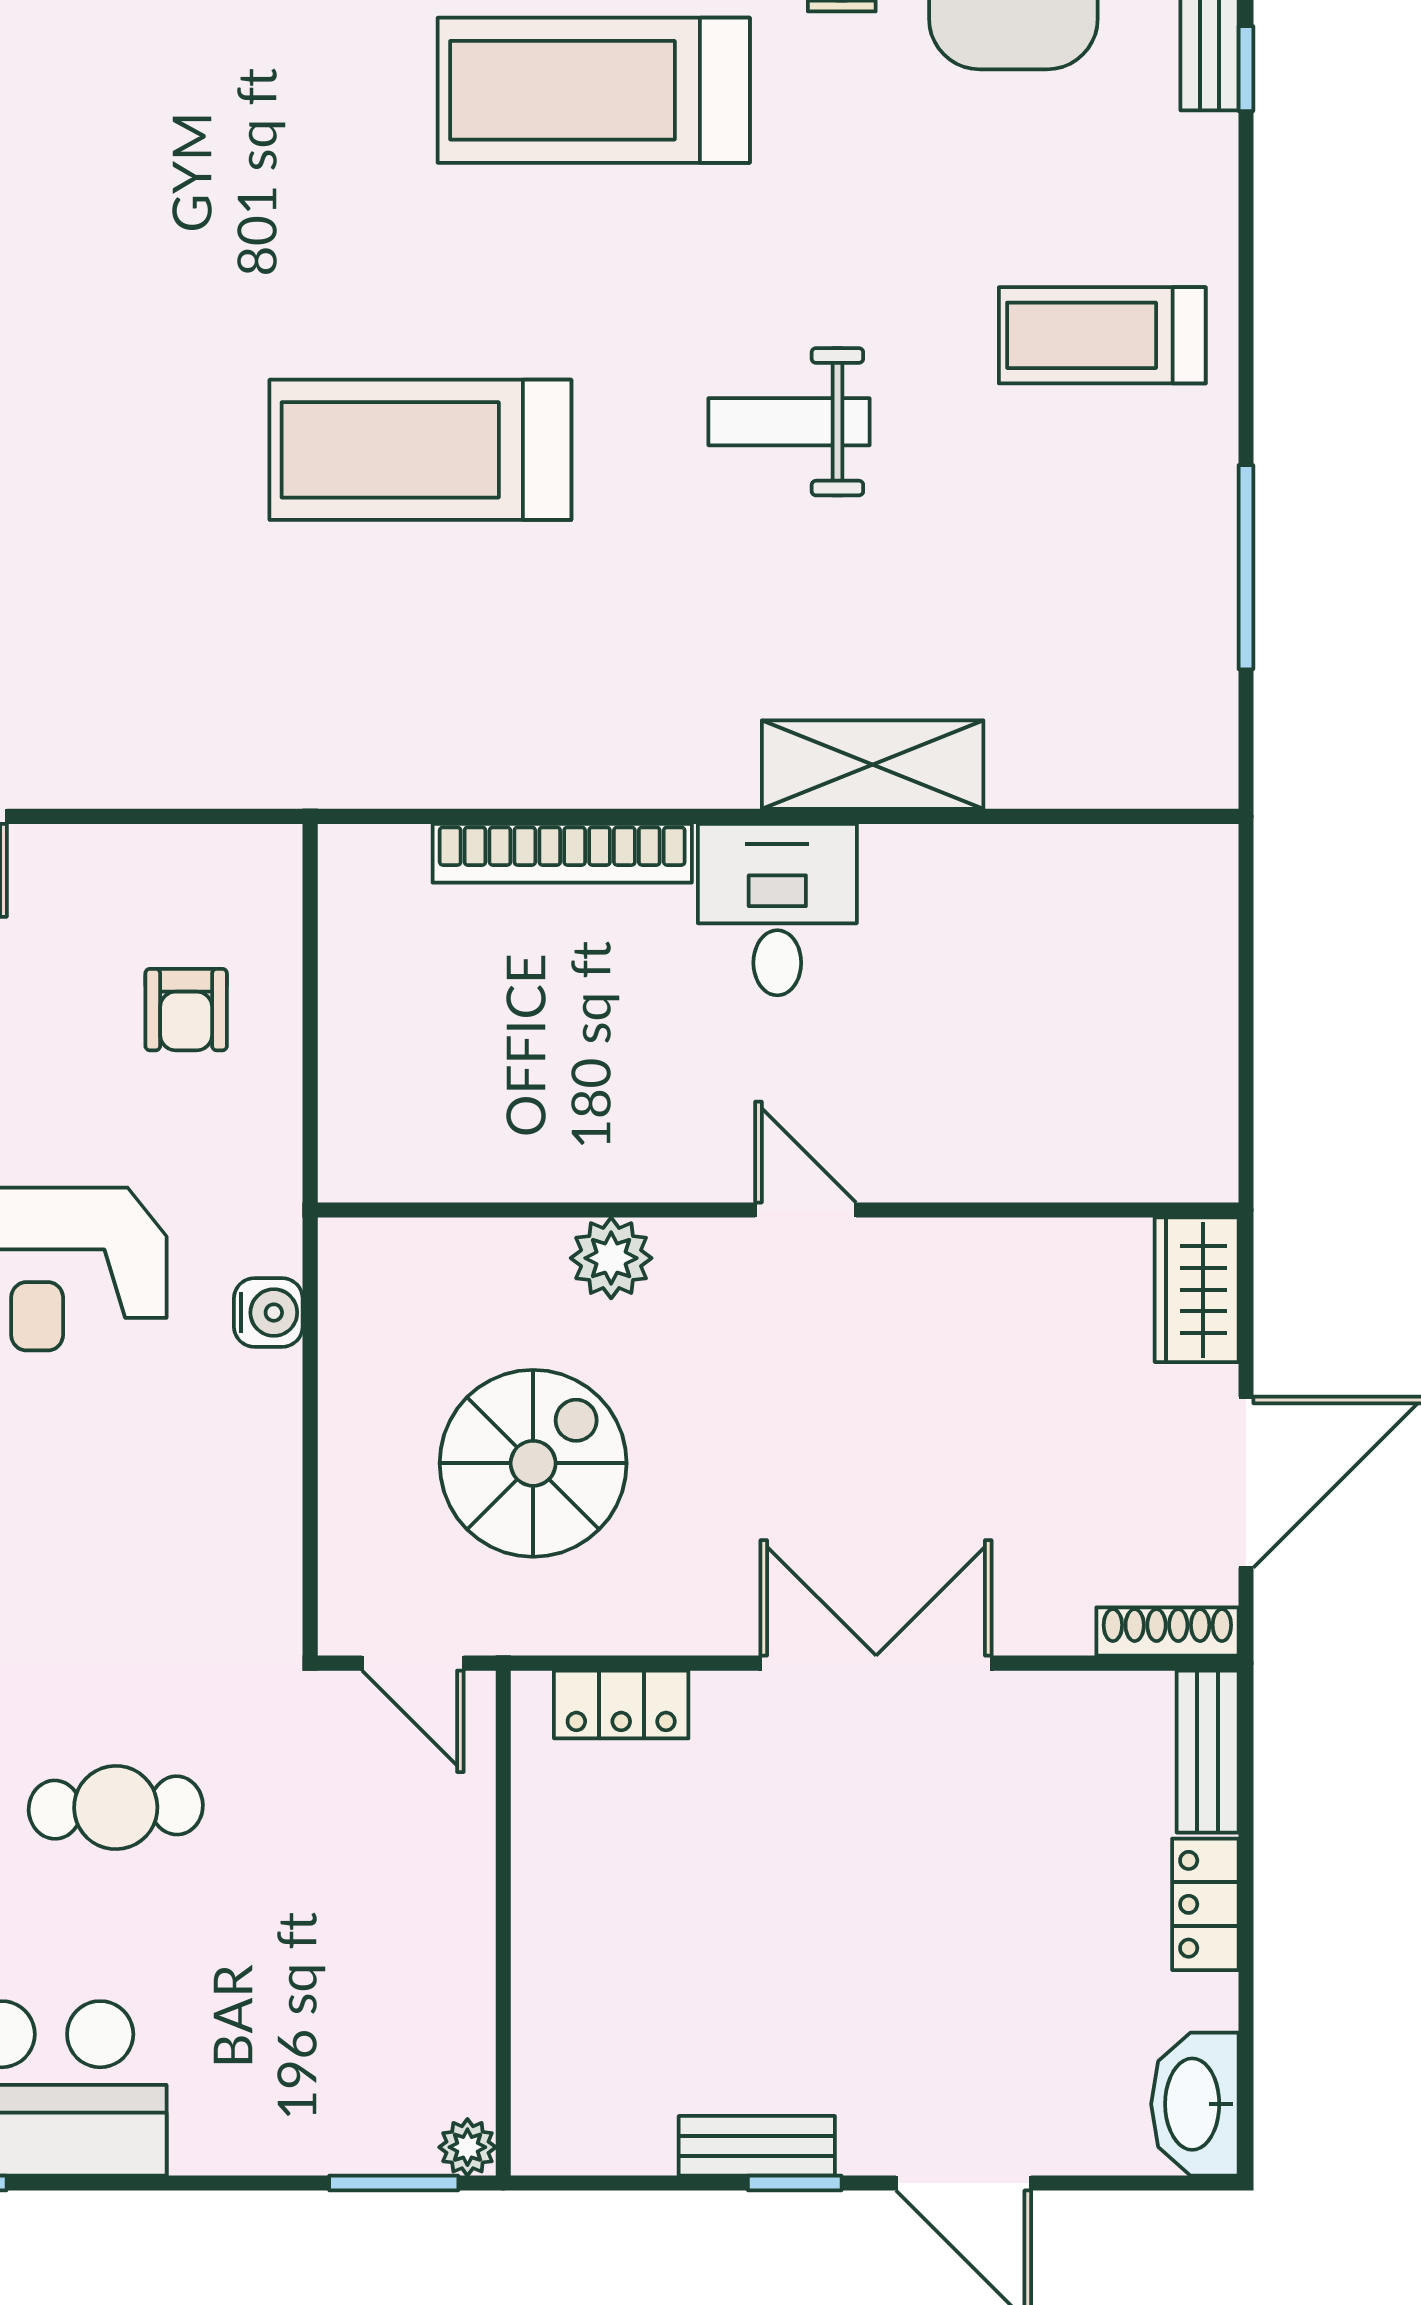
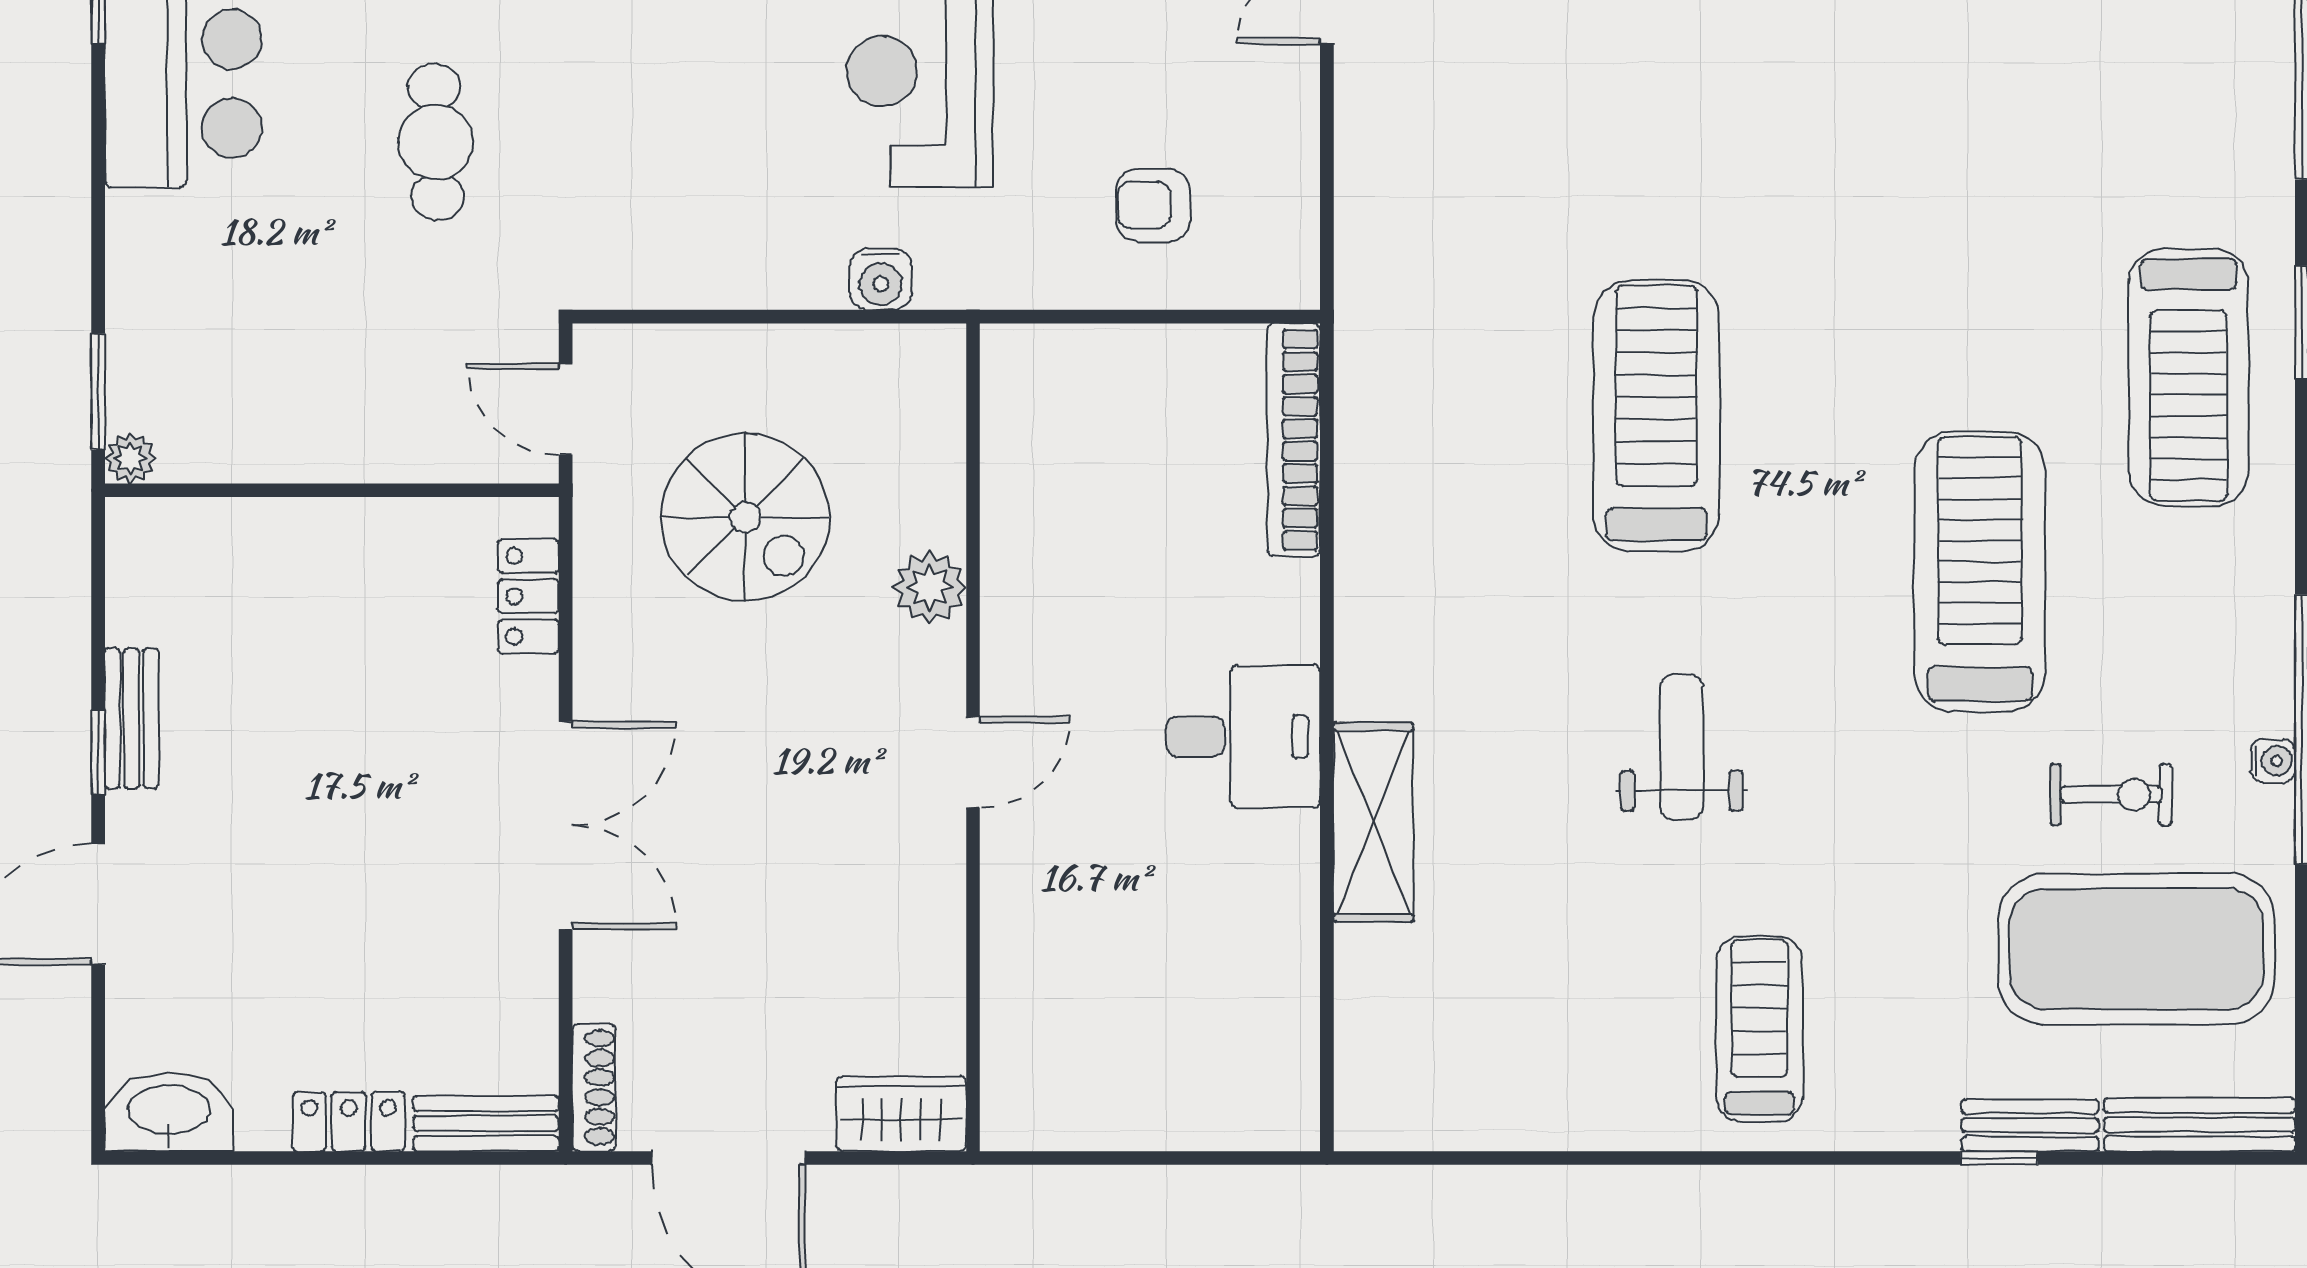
window: (1246, 567) -> (1551, 1158), removed
bookcase: (562, 853) -> (1294, 440), moved
door: (413, 1663) -> (566, 409), hinge flipped

